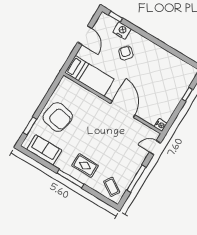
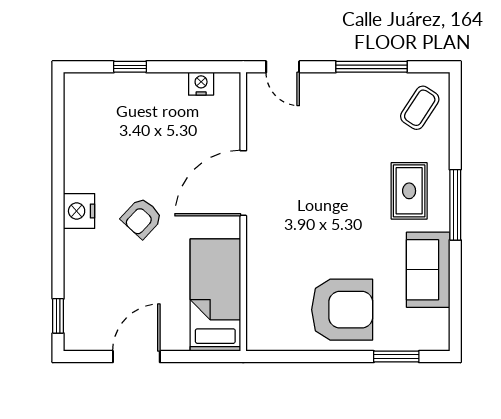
nightstand: (122, 31) -> (79, 211), moved
armchair: (126, 53) -> (142, 218), moved
armchair: (58, 117) -> (342, 310), turned 79
nightstand: (161, 125) -> (201, 84), moved
sofa: (44, 150) -> (428, 270), moved

